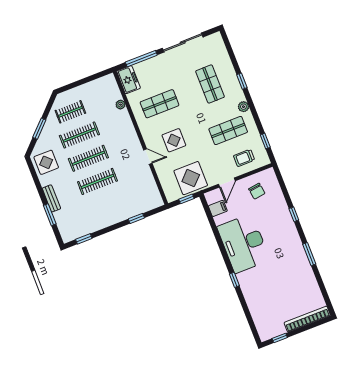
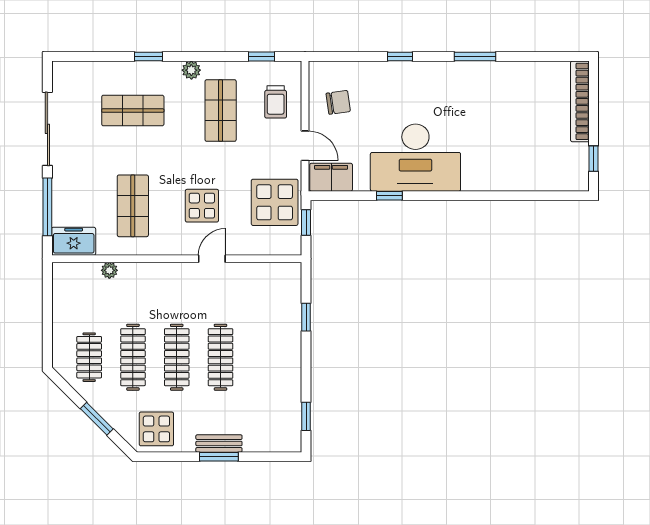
filing cabinet: (218, 208) -> (331, 177), width x2.00
window: (50, 215) -> (219, 457), moved
window: (234, 280) -> (389, 196), moved

